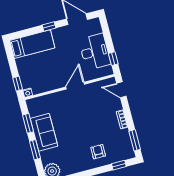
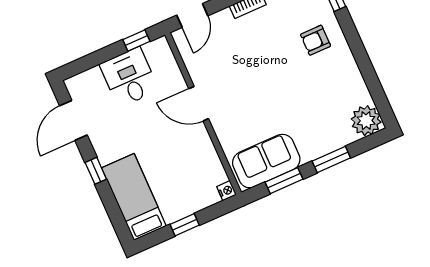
desk: (95, 52) -> (129, 77), width x0.73
window: (18, 84) -> (185, 225), moved
sofa: (44, 132) -> (266, 161), moved

